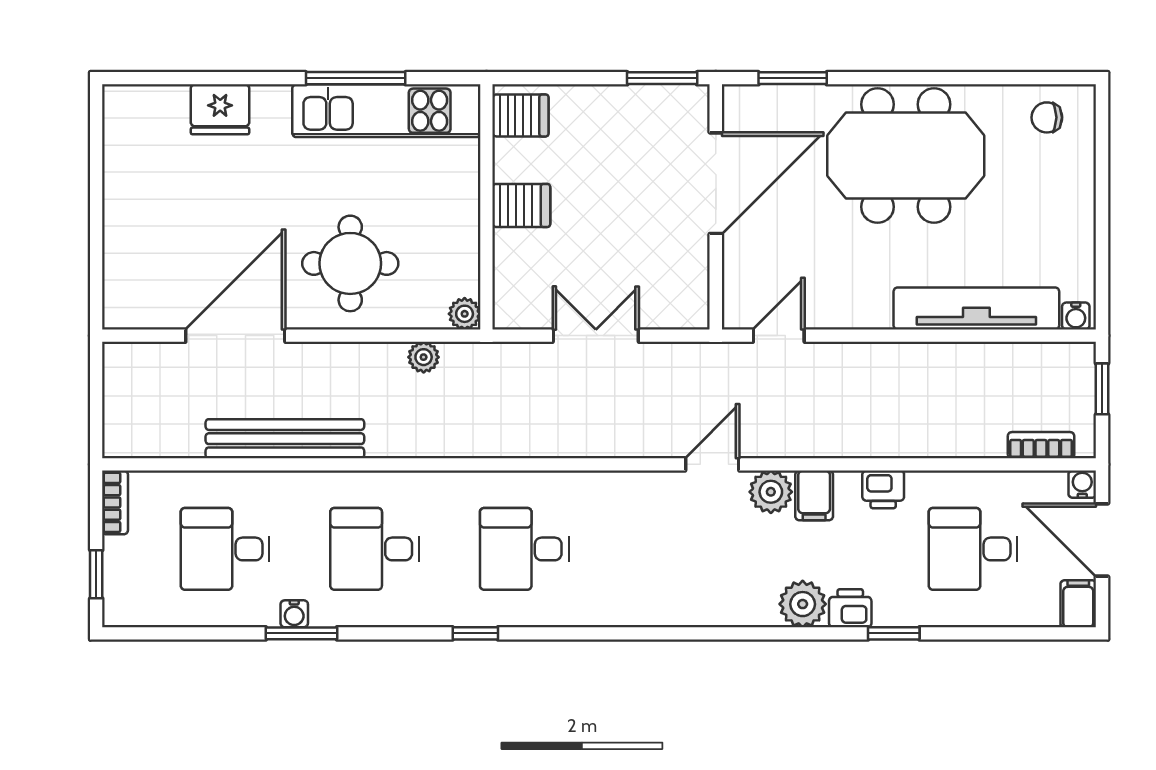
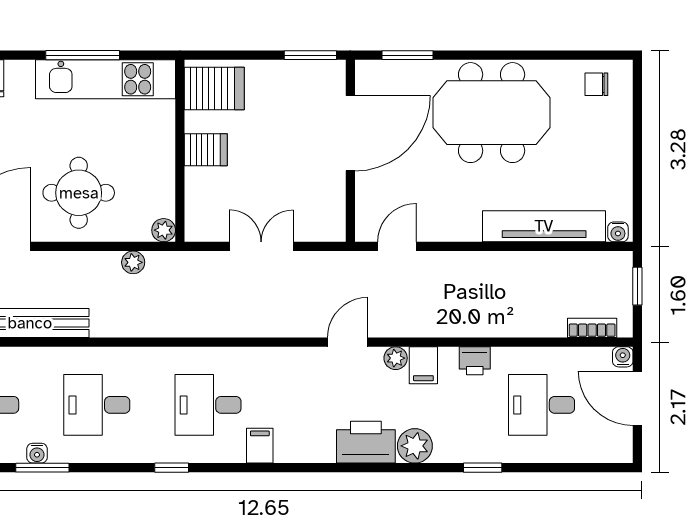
server rack: (520, 115) -> (214, 88), width x1.36, depth x1.44
plant: (771, 492) -> (396, 358), width x0.73, depth x0.73
filing cabinet: (1078, 604) -> (260, 446), moved
printer: (850, 608) -> (366, 442), moved, width x1.87, depth x1.48

